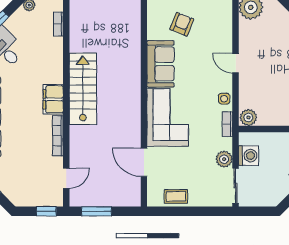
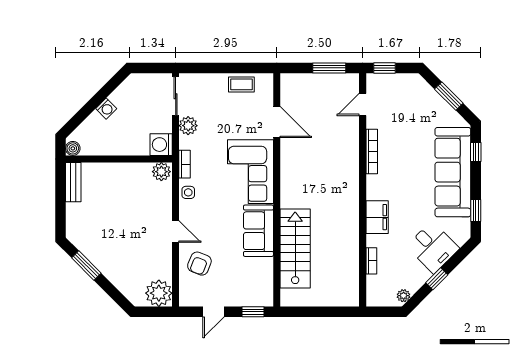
bookcase: (58, 24) -> (371, 261), moved
armchair: (182, 24) -> (199, 264), moved
stairs: (83, 89) -> (295, 248), moved, turned 180
filing cabinet: (53, 99) -> (377, 217), moved
washing machine: (249, 156) -> (161, 145), moved

